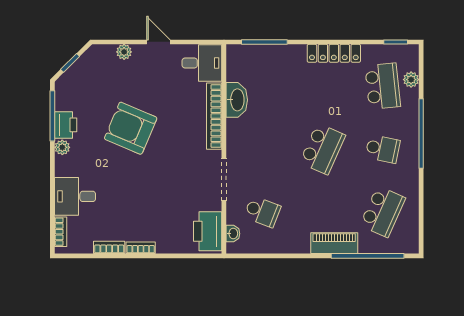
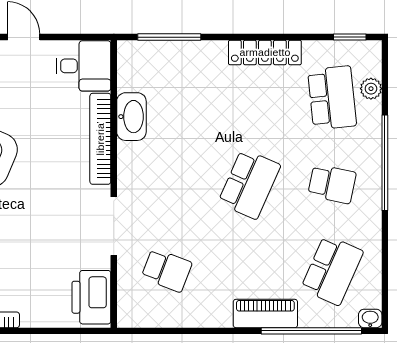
washbasin: (233, 234) -> (370, 318), moved, turned -90

